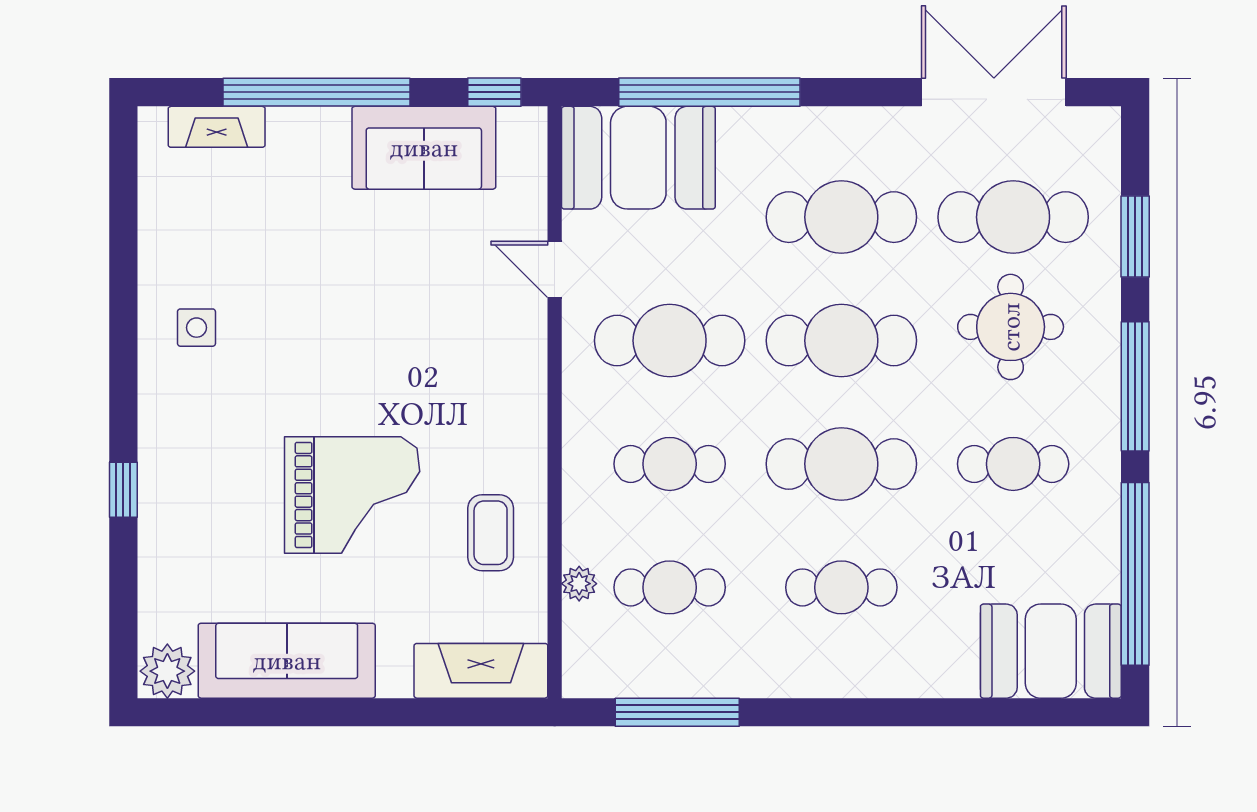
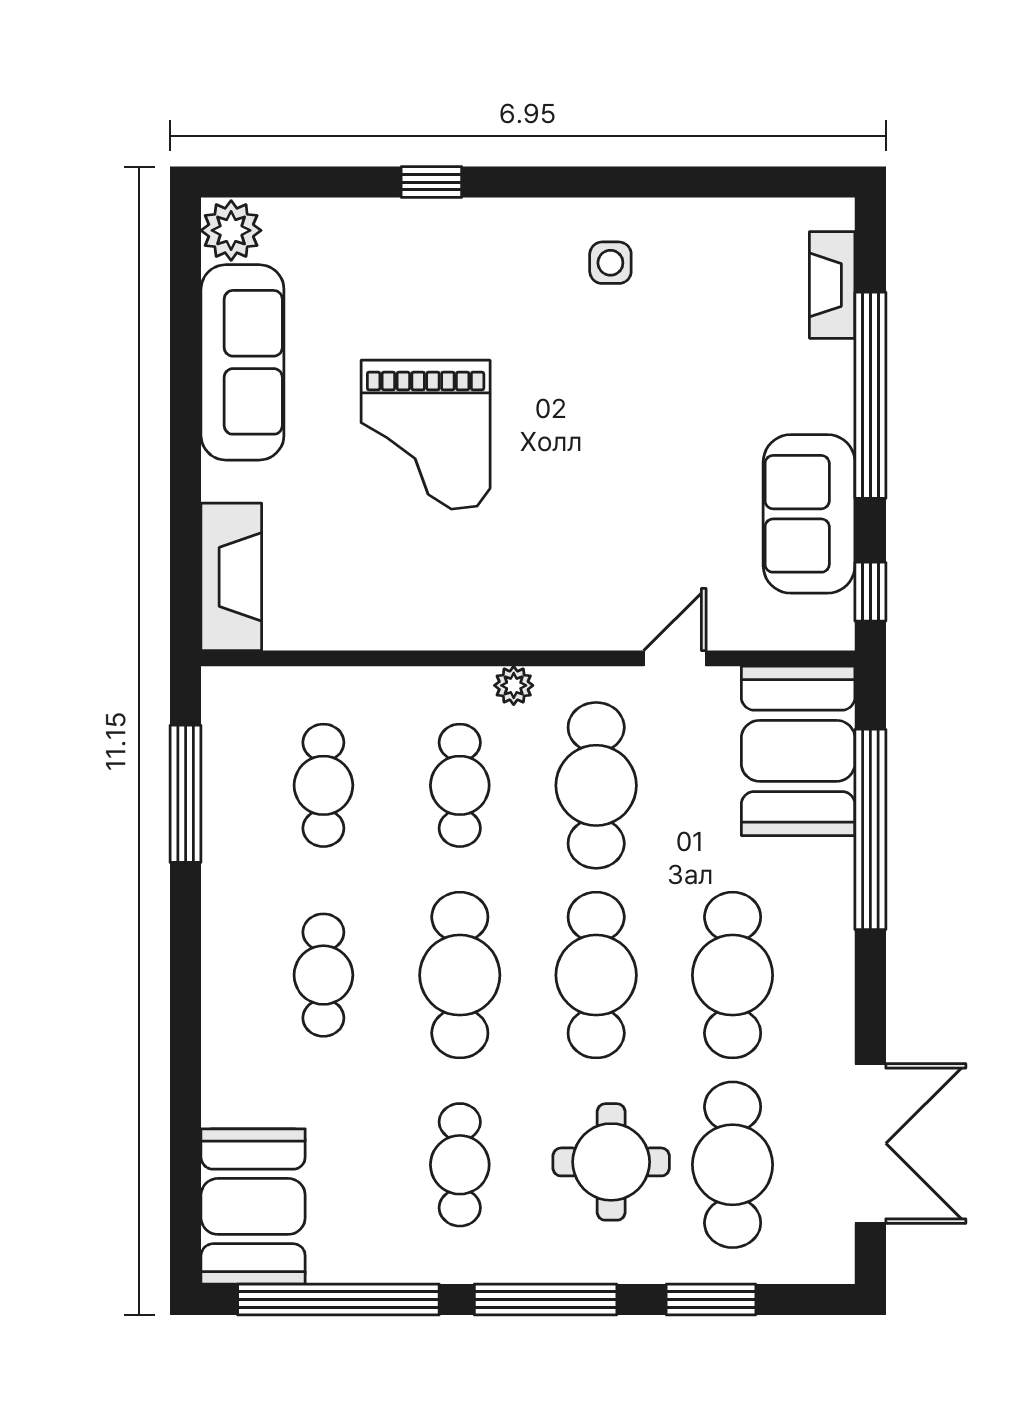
coffee table: (491, 533) -> (384, 588), removed
plant: (579, 584) -> (514, 685), moved

